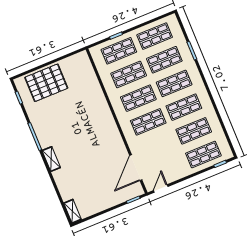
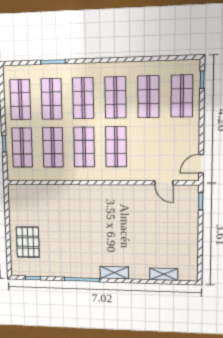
pallet: (46, 83) -> (28, 242), width x0.73, depth x0.71
door: (136, 168) -> (164, 183), width x0.53
door: (161, 188) -> (201, 164), hinge flipped
shelving: (73, 211) -> (164, 274), moved

